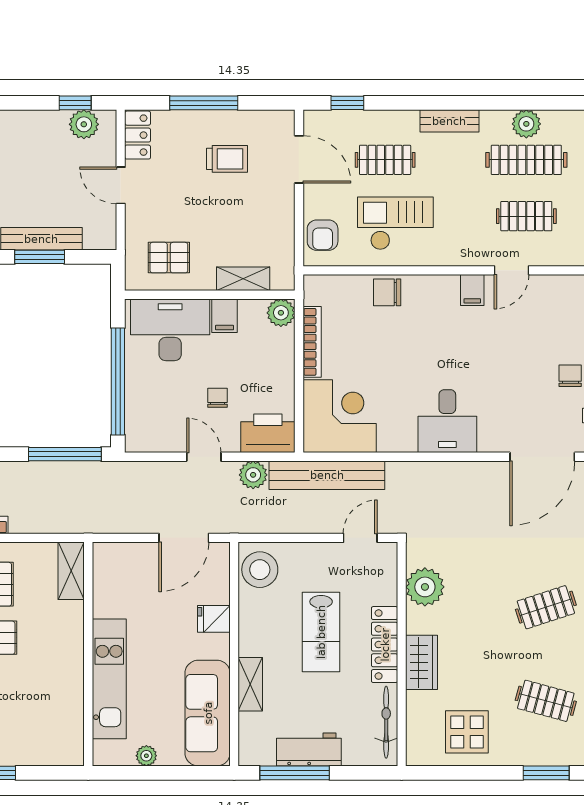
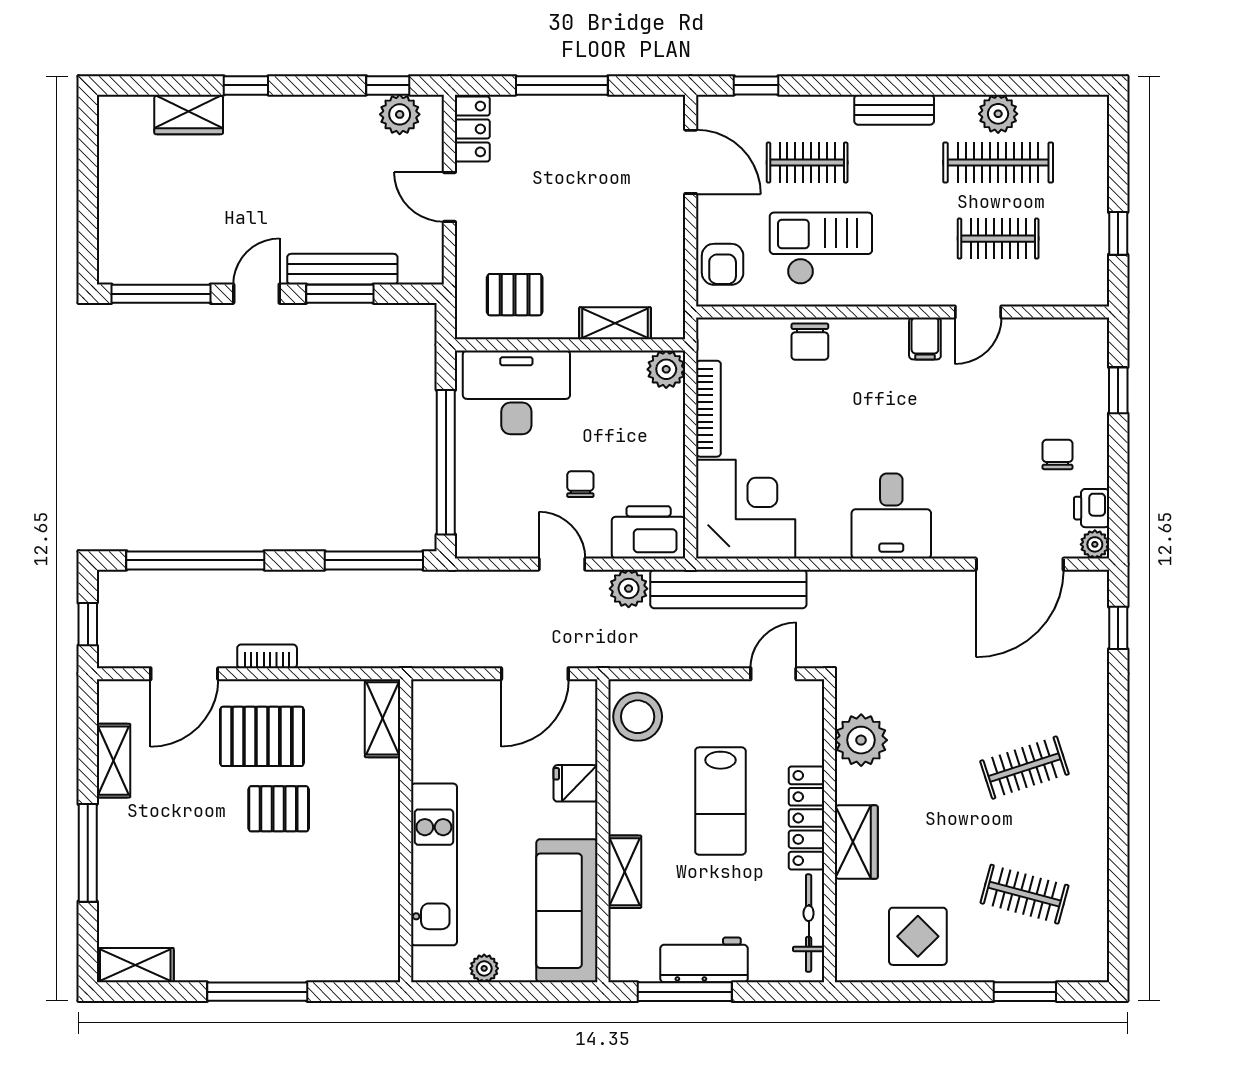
trolley: (227, 159) -> (593, 161), removed
chair: (387, 292) -> (810, 342), turned -90
filing cabinet: (225, 316) -> (590, 373), removed

